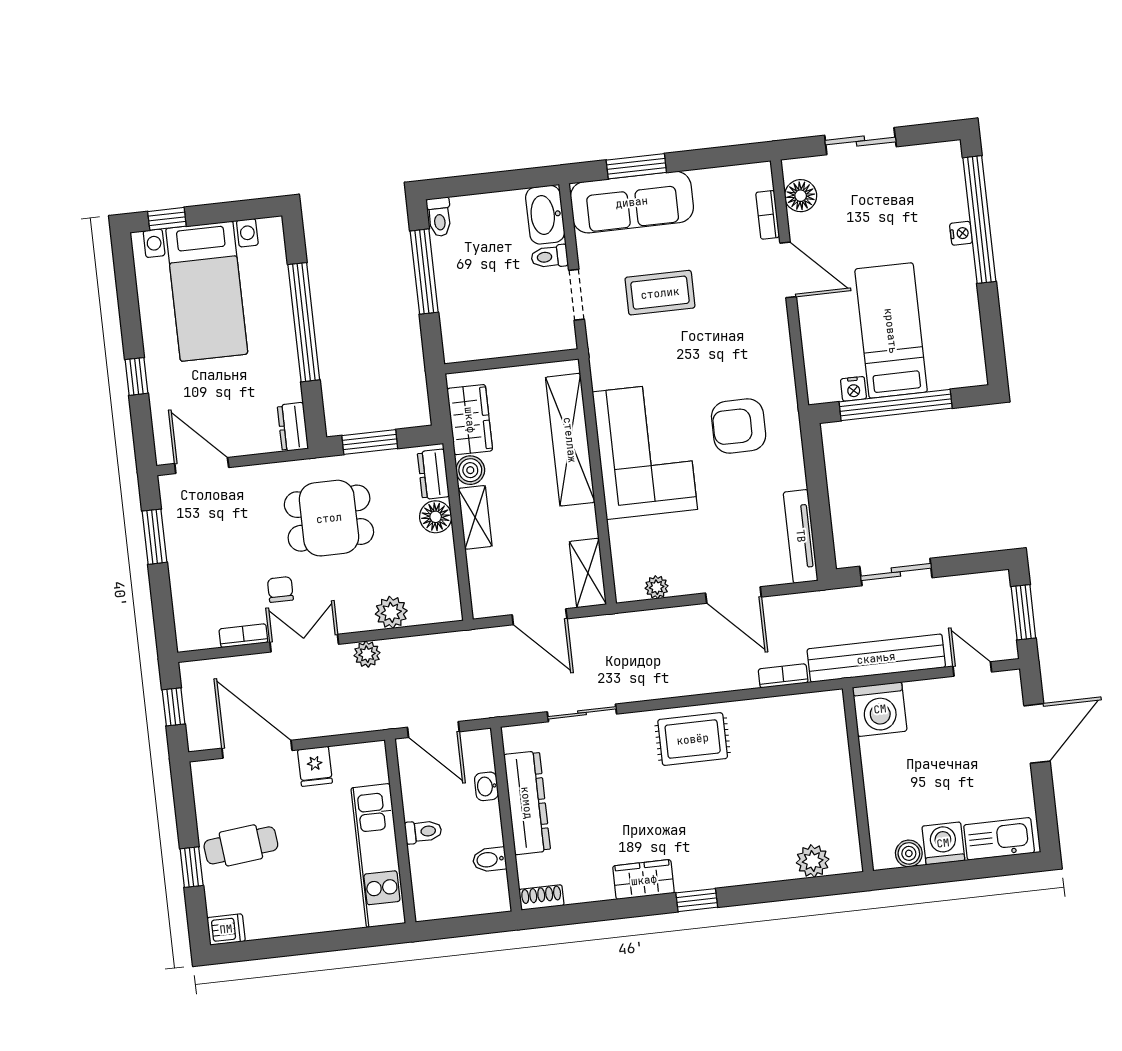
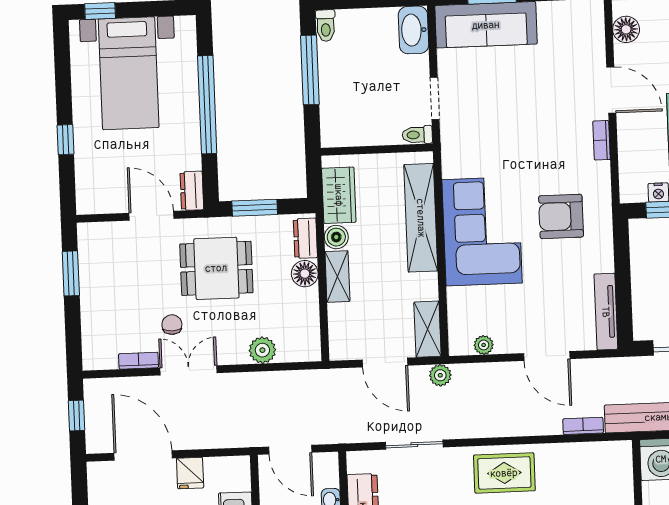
bookcase: (768, 215) -> (602, 140), moved
toilet: (549, 257) -> (417, 135), moved
coffee table: (660, 293) -> (504, 101), removed
door: (202, 466) -> (151, 216), moved
plant: (367, 654) -> (440, 375), moved

